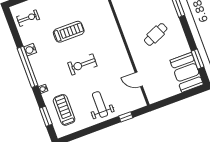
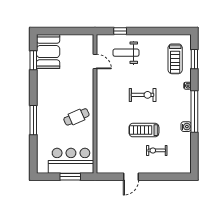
exercise bike: (28, 18) -> (157, 150), moved
cafe table: (156, 34) -> (76, 117), moved
weight bench: (100, 104) -> (126, 53), moved, turned 90

